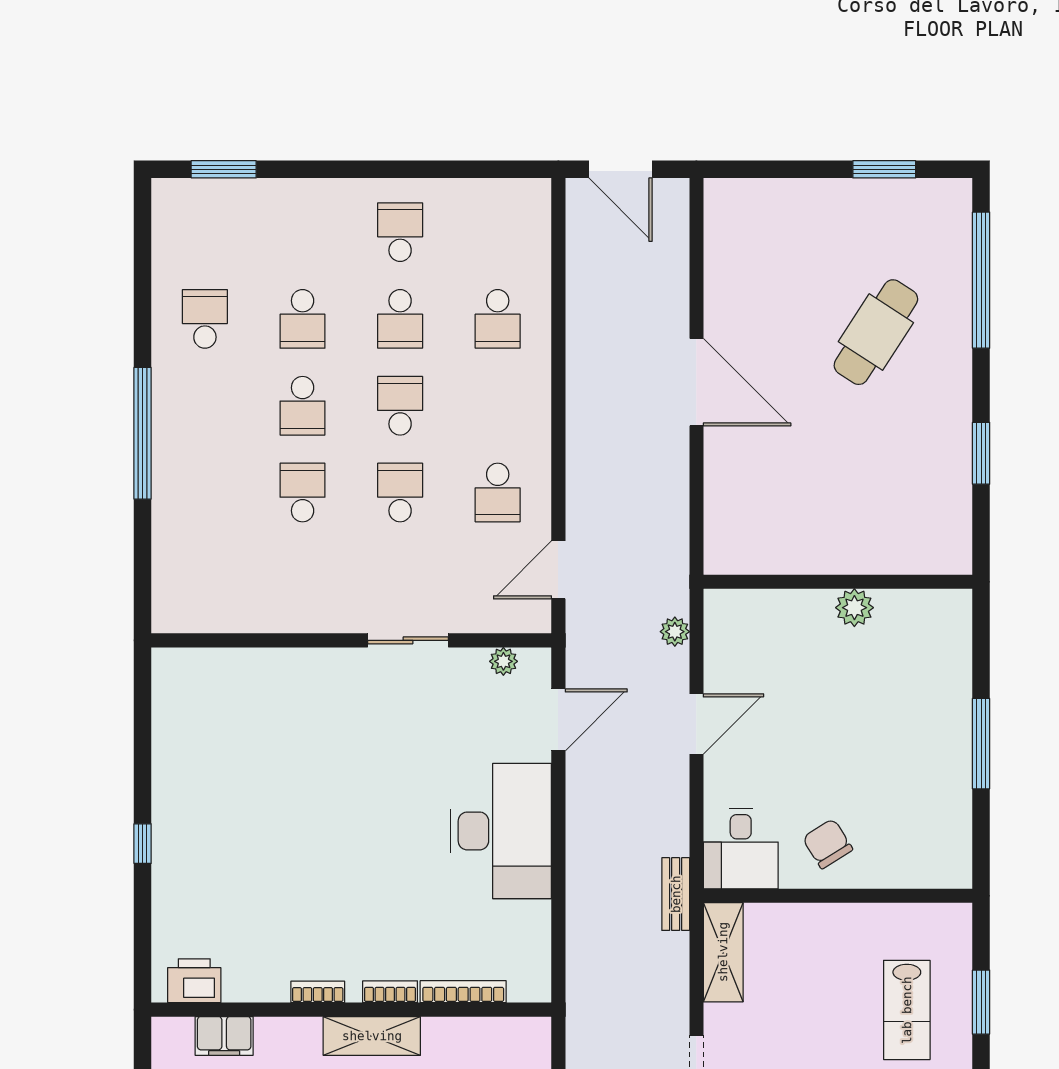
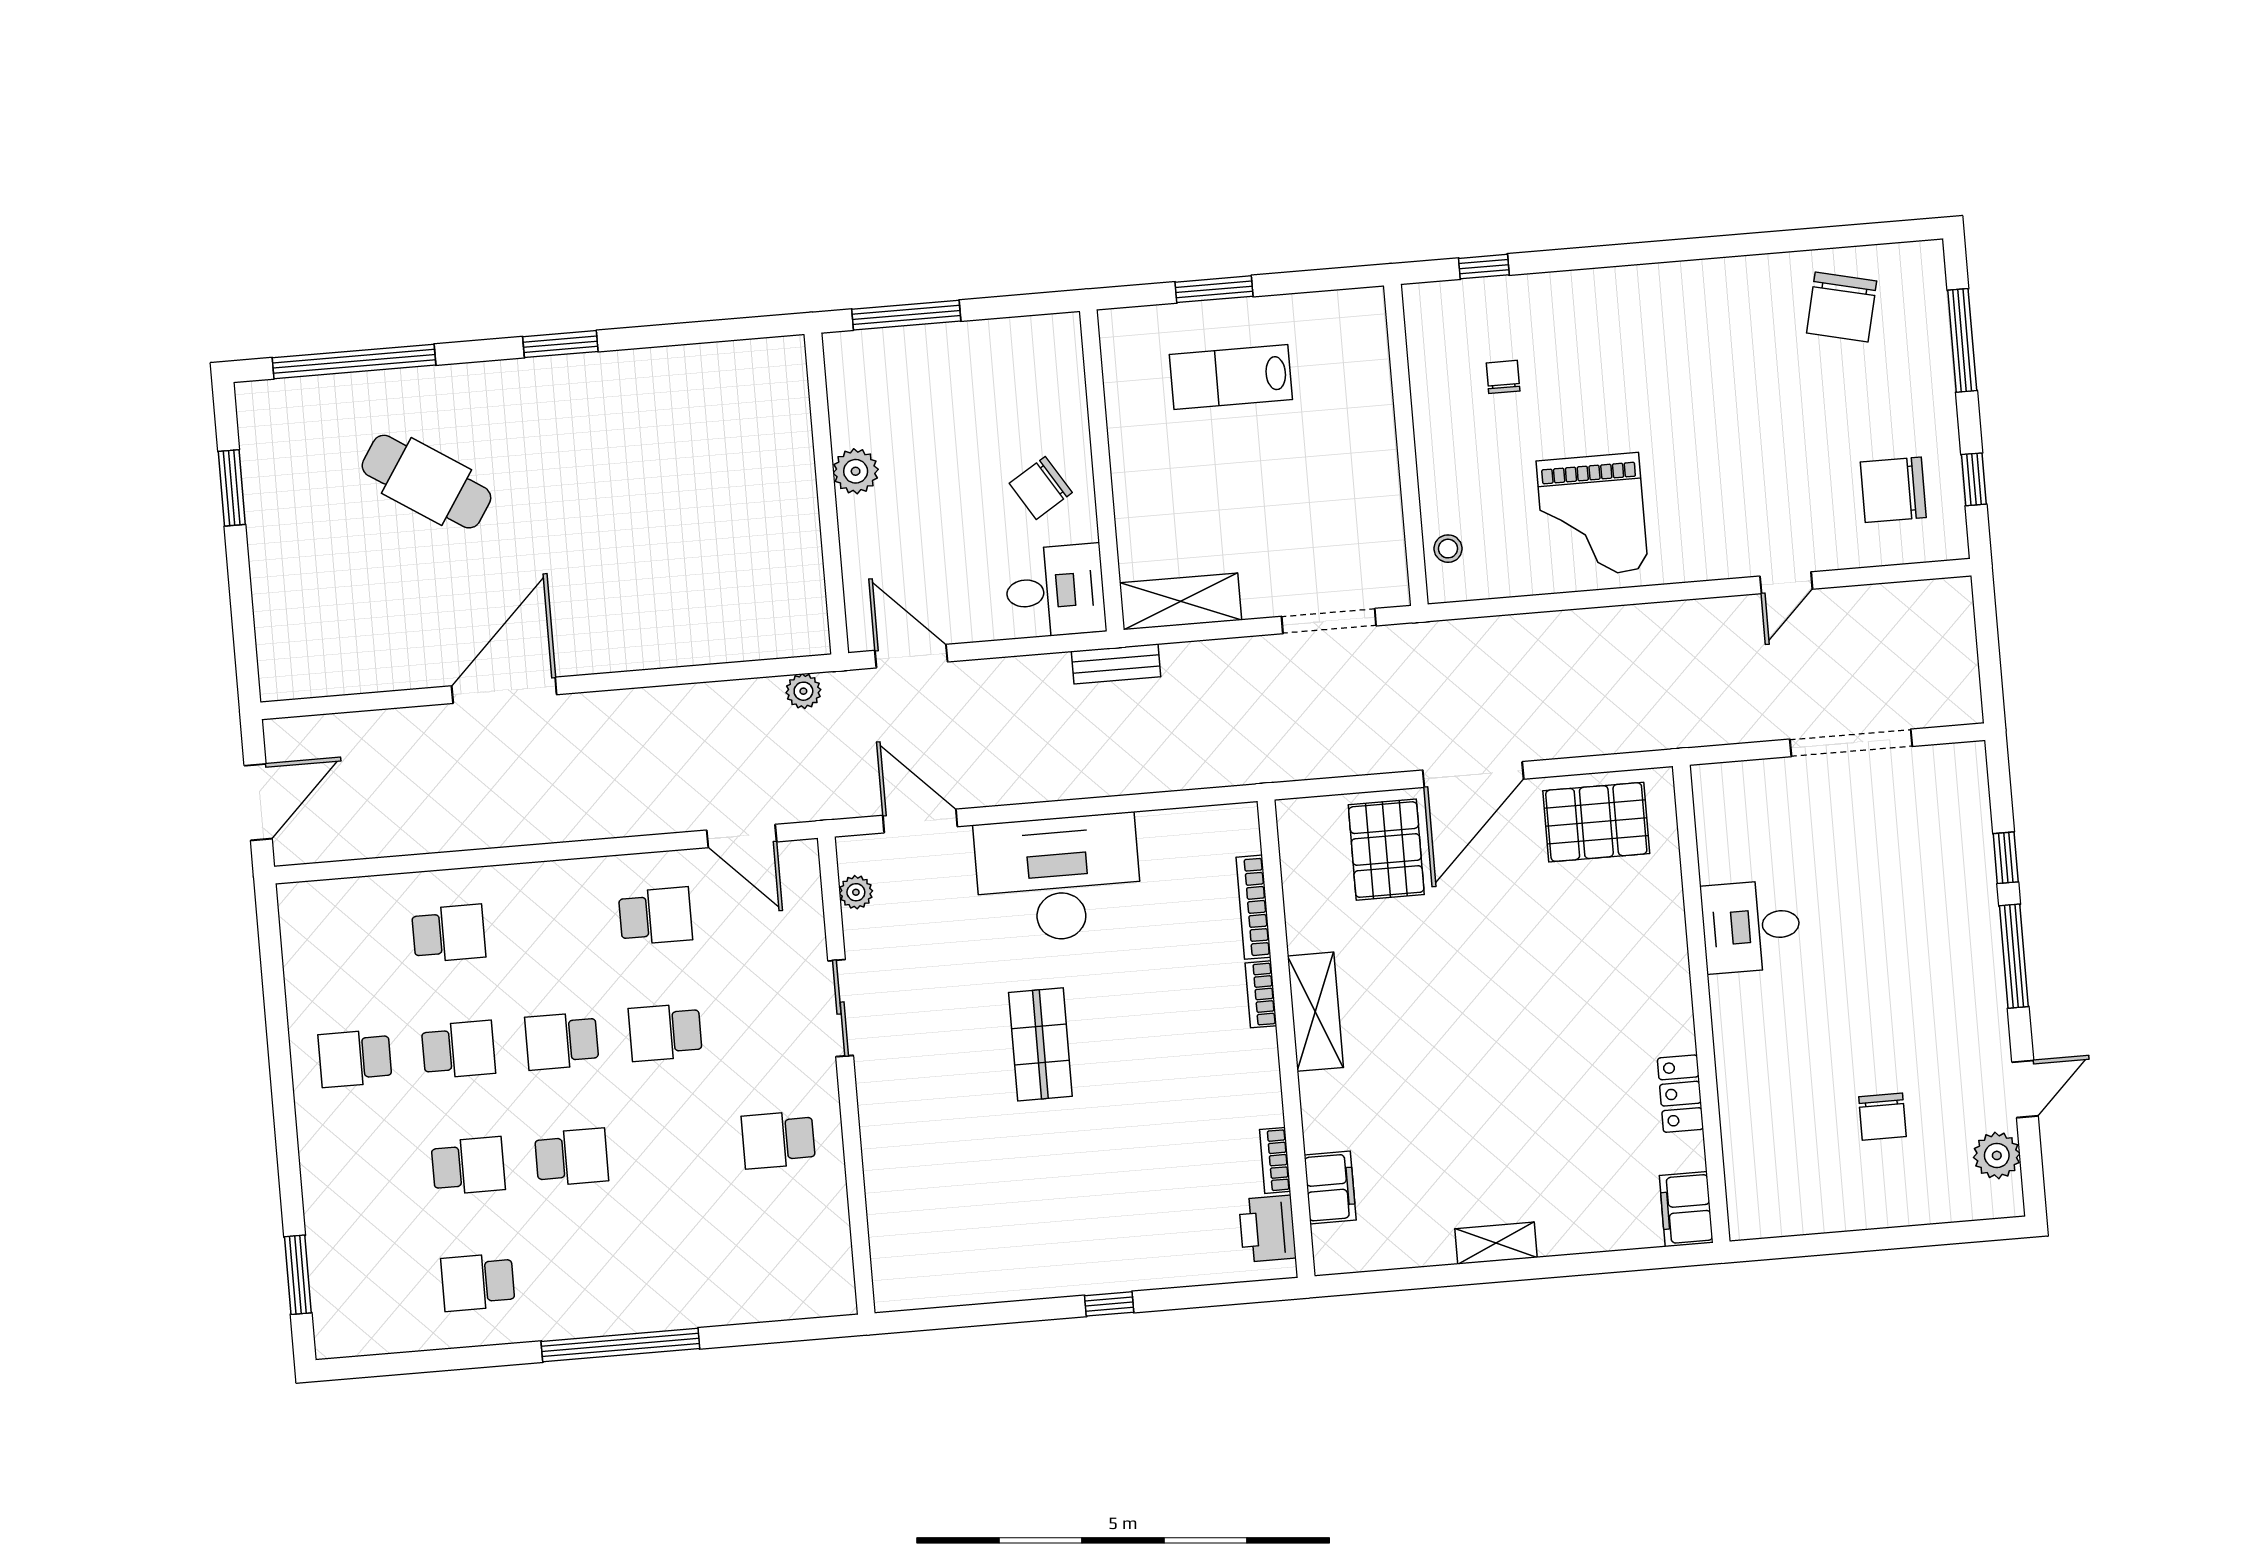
school desk: (303, 493) -> (778, 1140), moved
wall: (838, 582) -> (826, 494), moved
plant: (854, 608) -> (856, 471), moved
shop shelf: (364, 804) -> (1040, 1044), added
bookcase: (318, 992) -> (1275, 1160), moved
lab bench: (907, 1010) -> (1231, 377), turned 180

